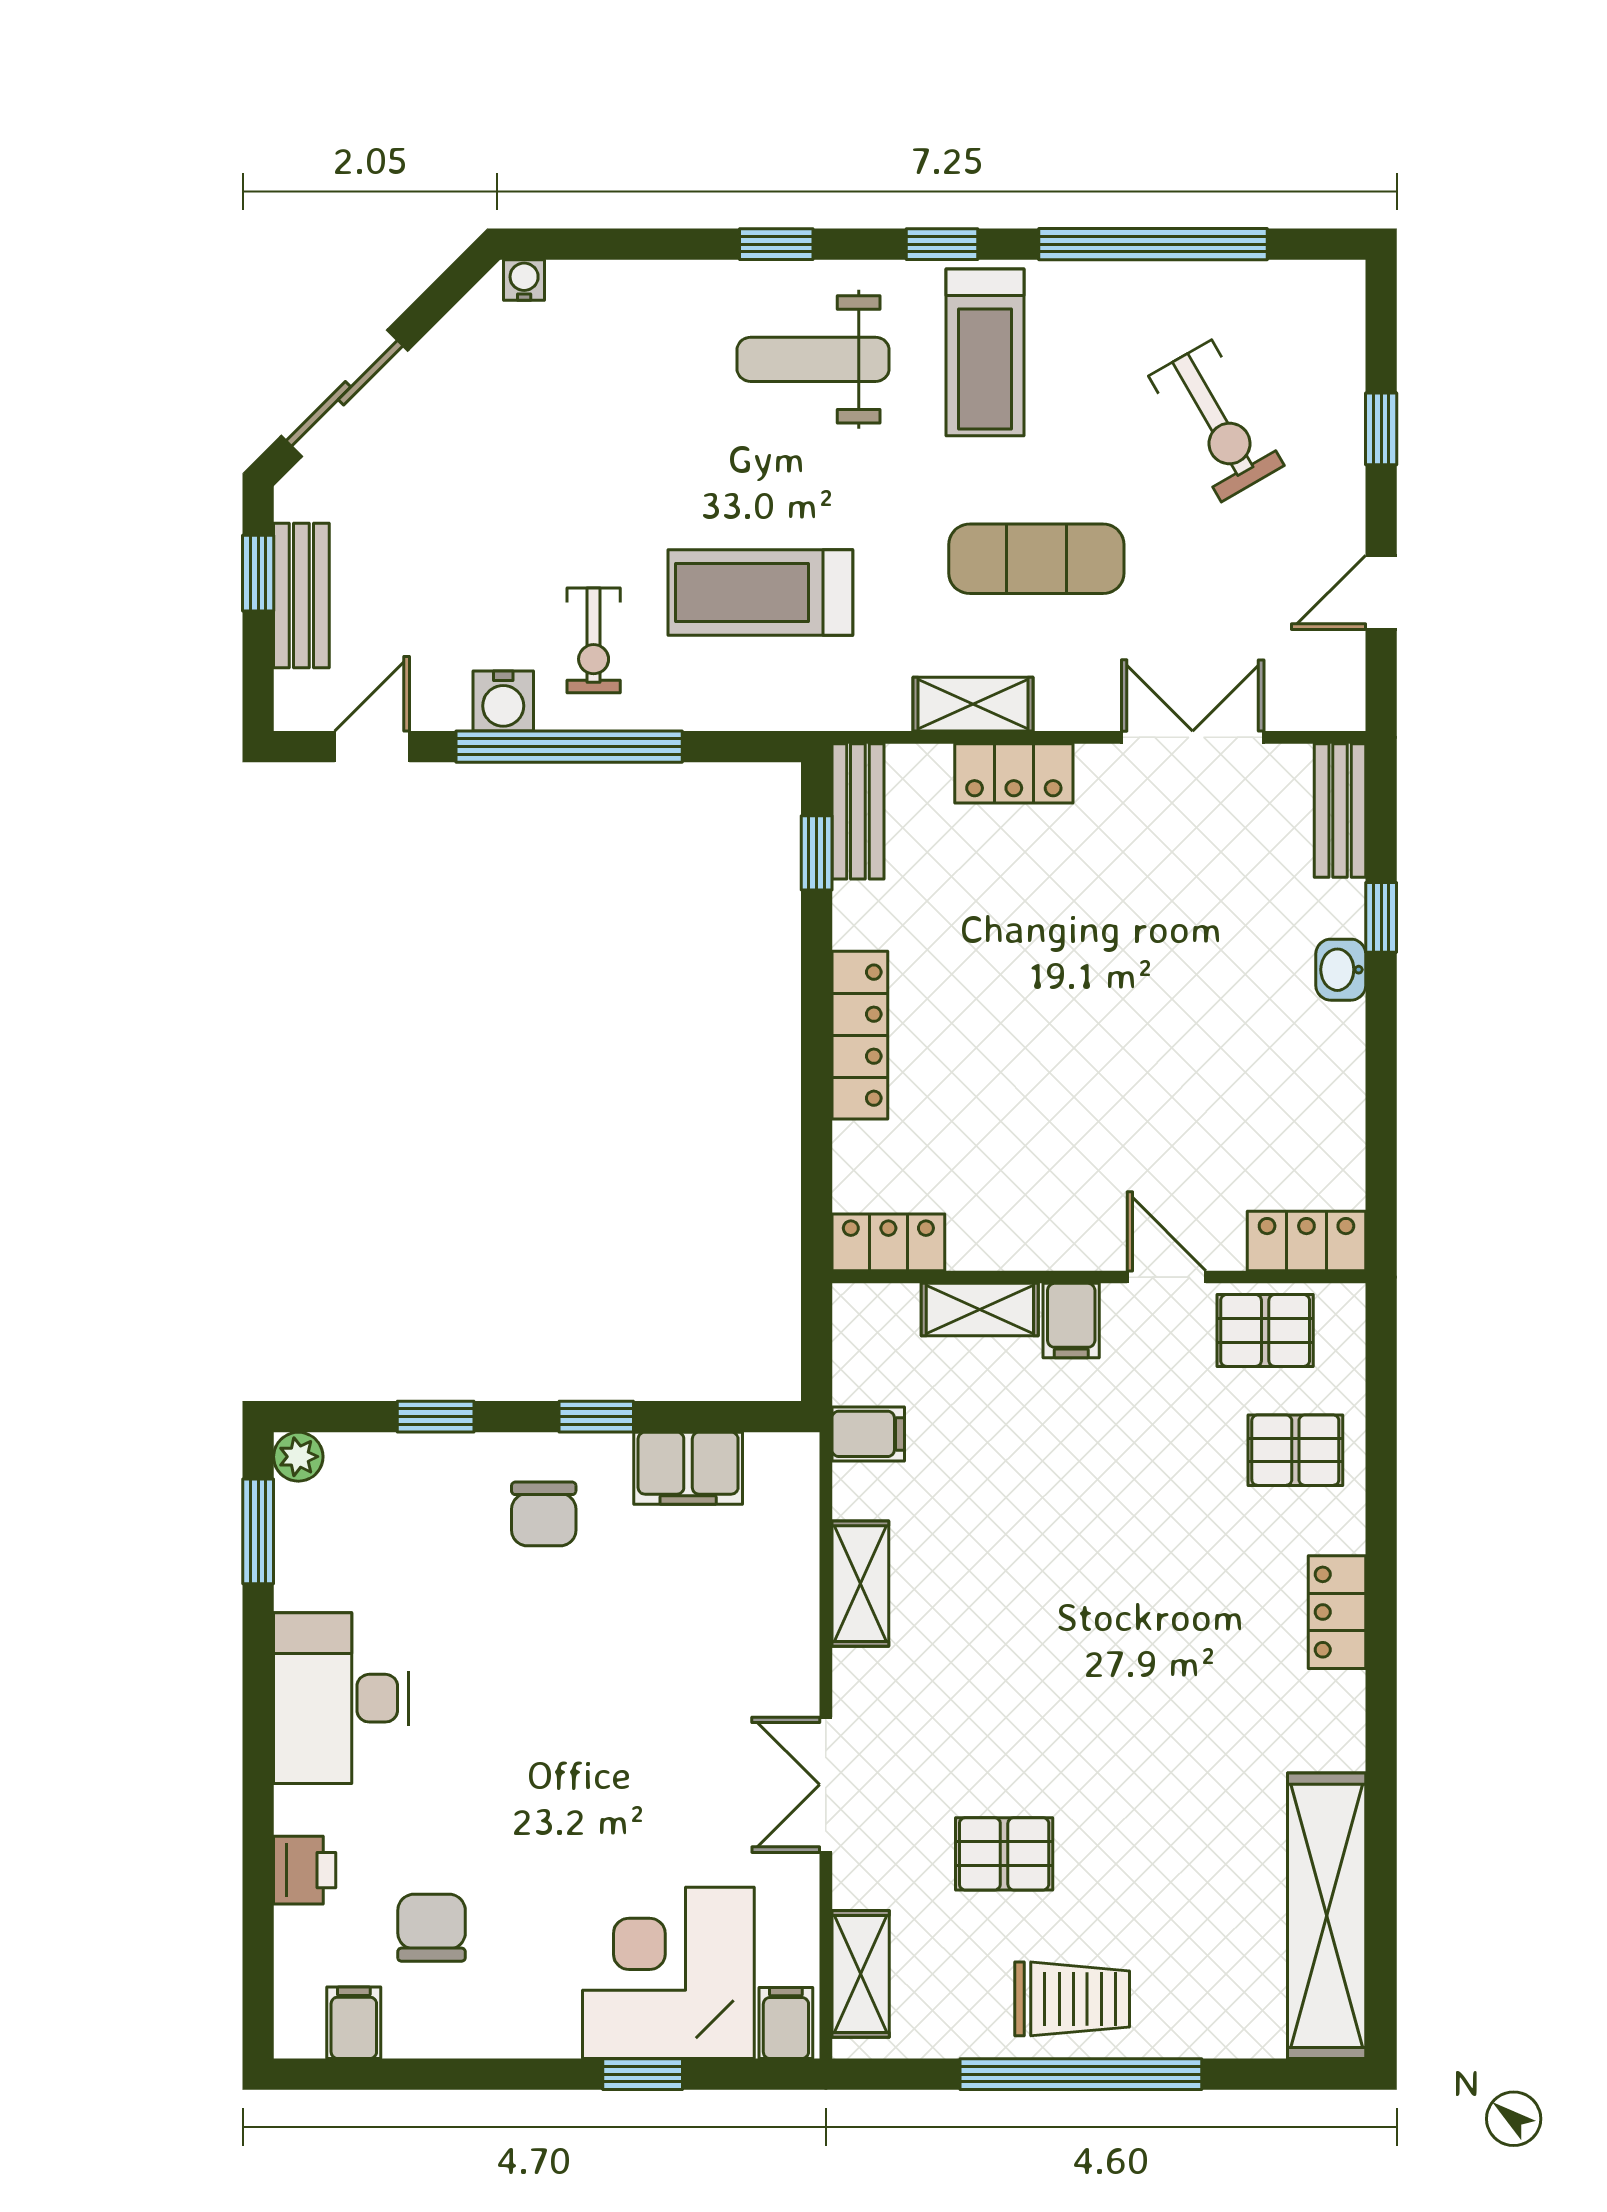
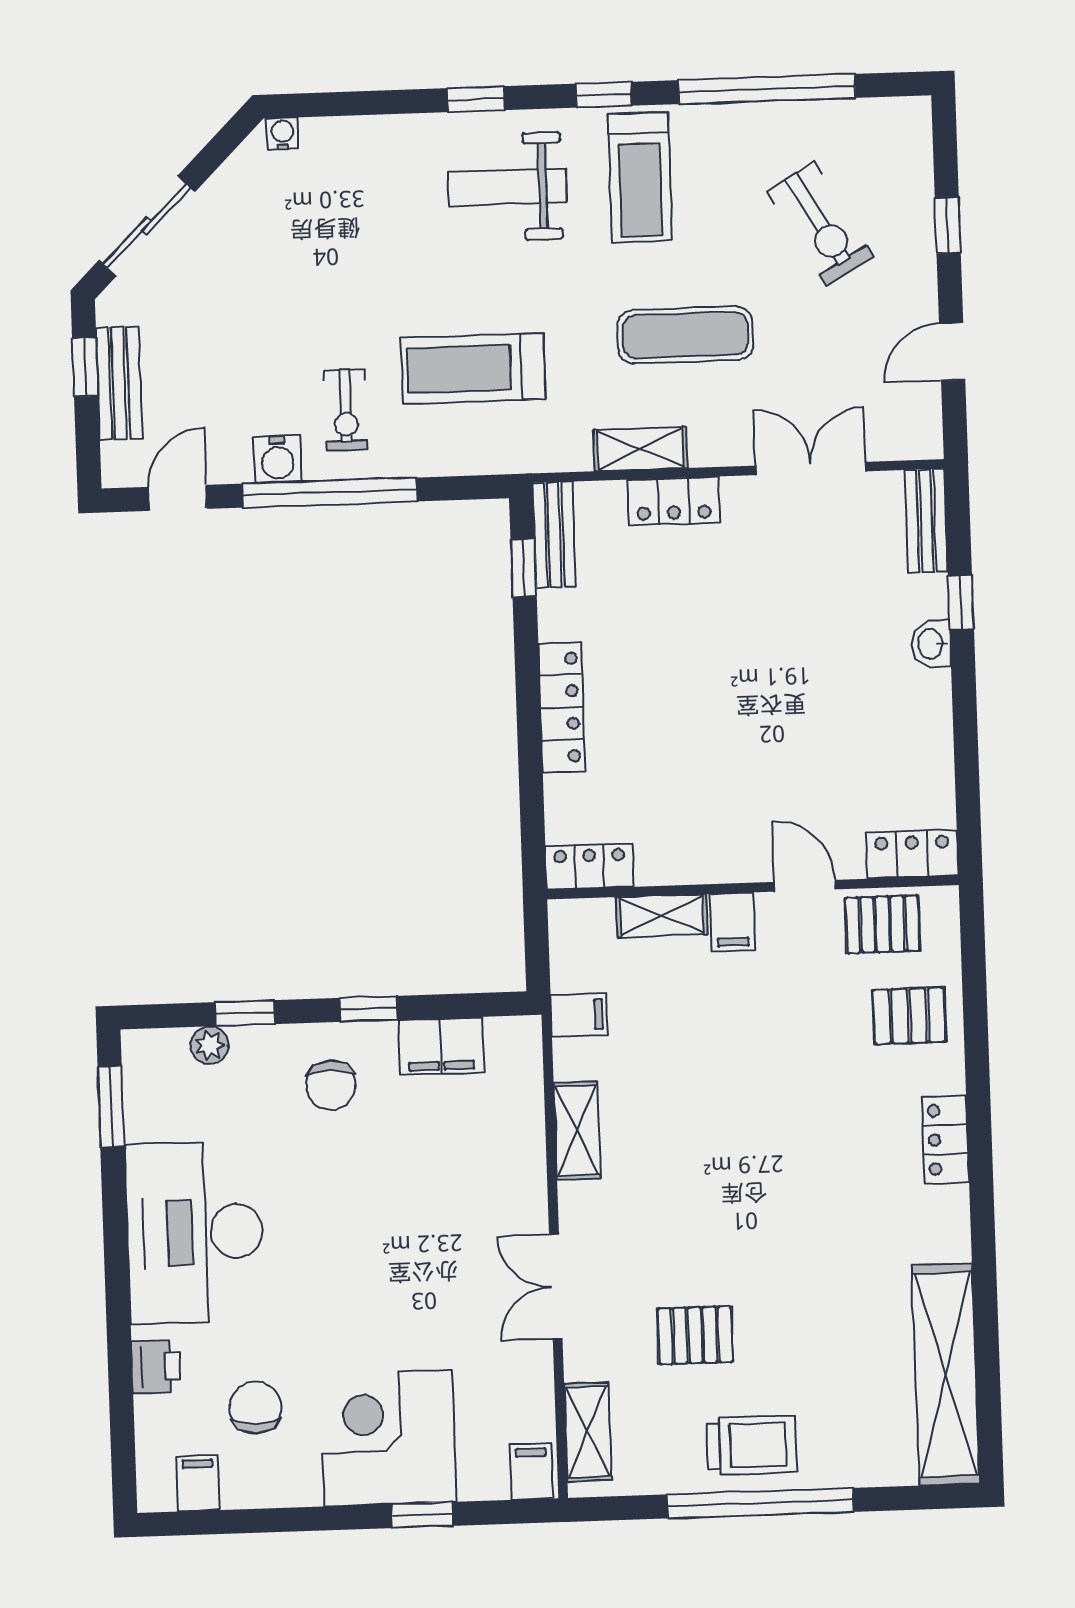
plant: (298, 1457) -> (210, 1045), moved
desk: (341, 1698) -> (195, 1232), width x1.36, depth x1.30
corner desk: (668, 1973) -> (388, 1438), moved

